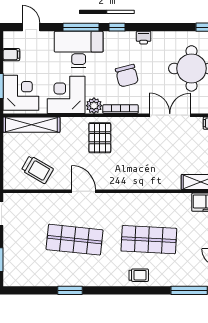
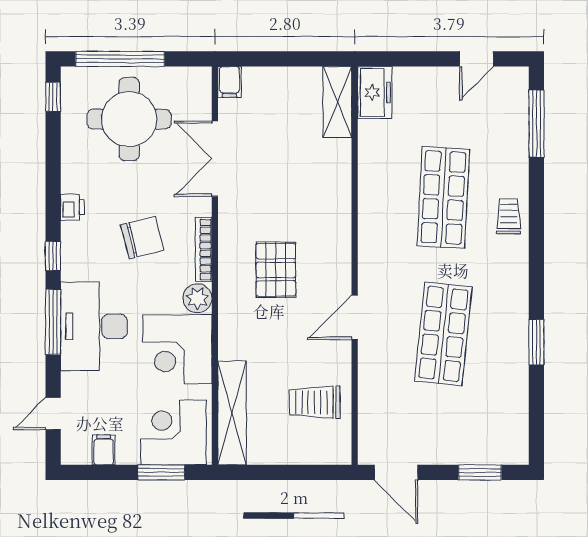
pallet: (100, 138) -> (276, 270), moved, turned 90
trolley: (37, 170) -> (315, 402), turned -120

